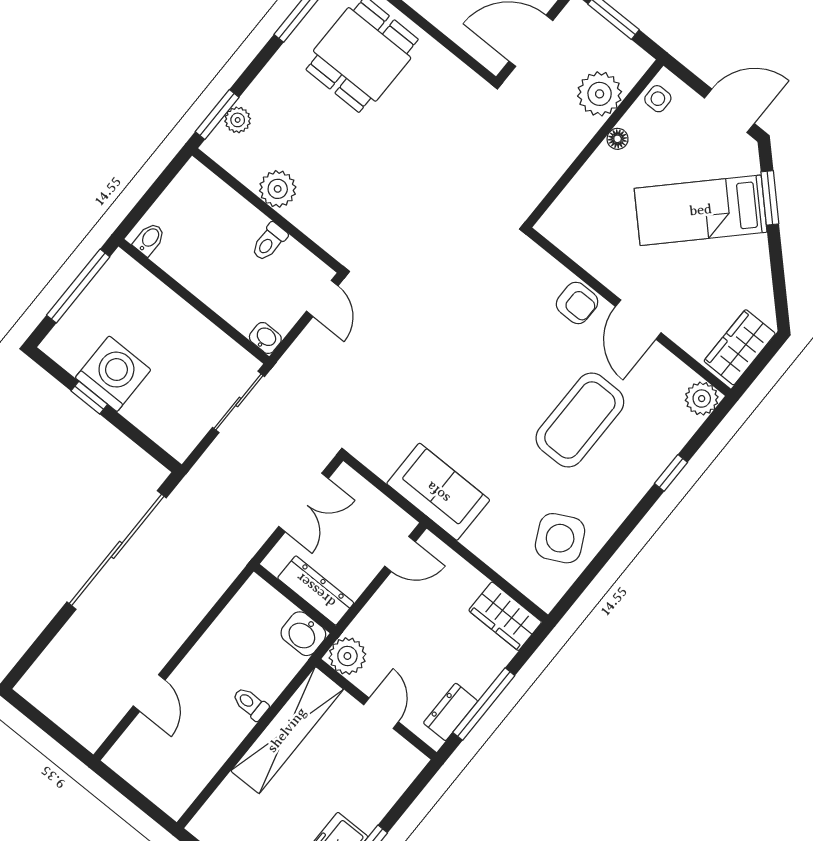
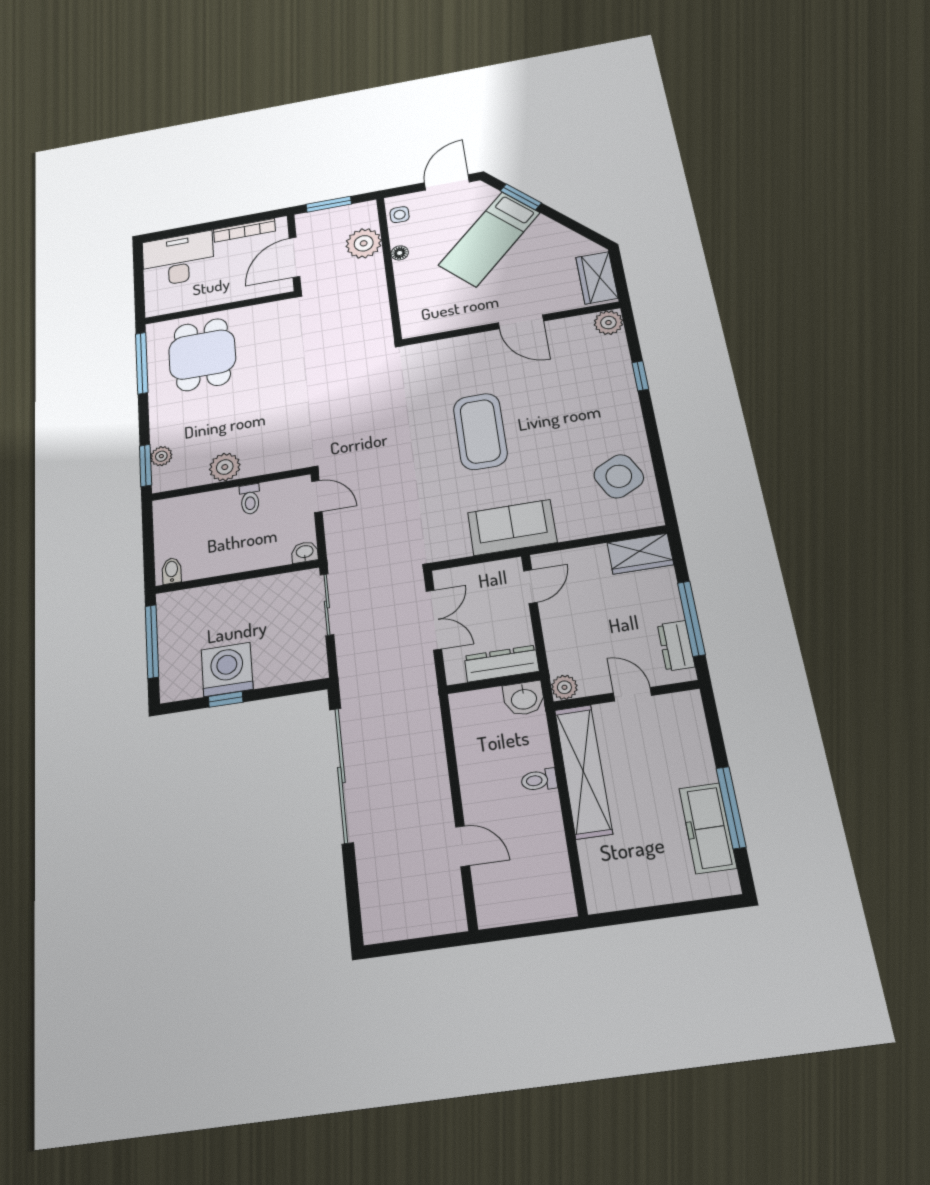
armchair: (577, 303) -> (475, 349), removed
coffee table: (580, 420) -> (480, 431), moved
plant: (347, 656) -> (564, 687), width x0.73, depth x0.73

